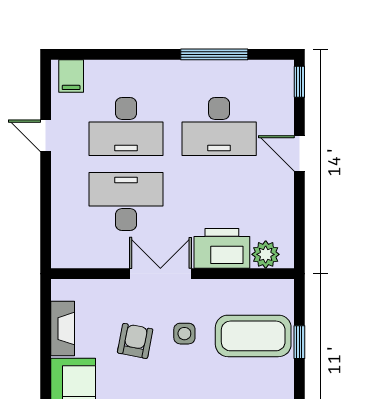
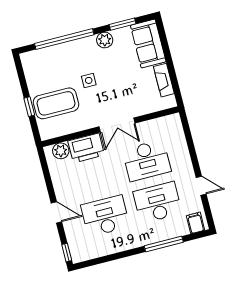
window: (214, 54) -> (164, 244), moved
side table: (184, 334) -> (89, 80), moved
armchair: (135, 341) -> (121, 84), removed

